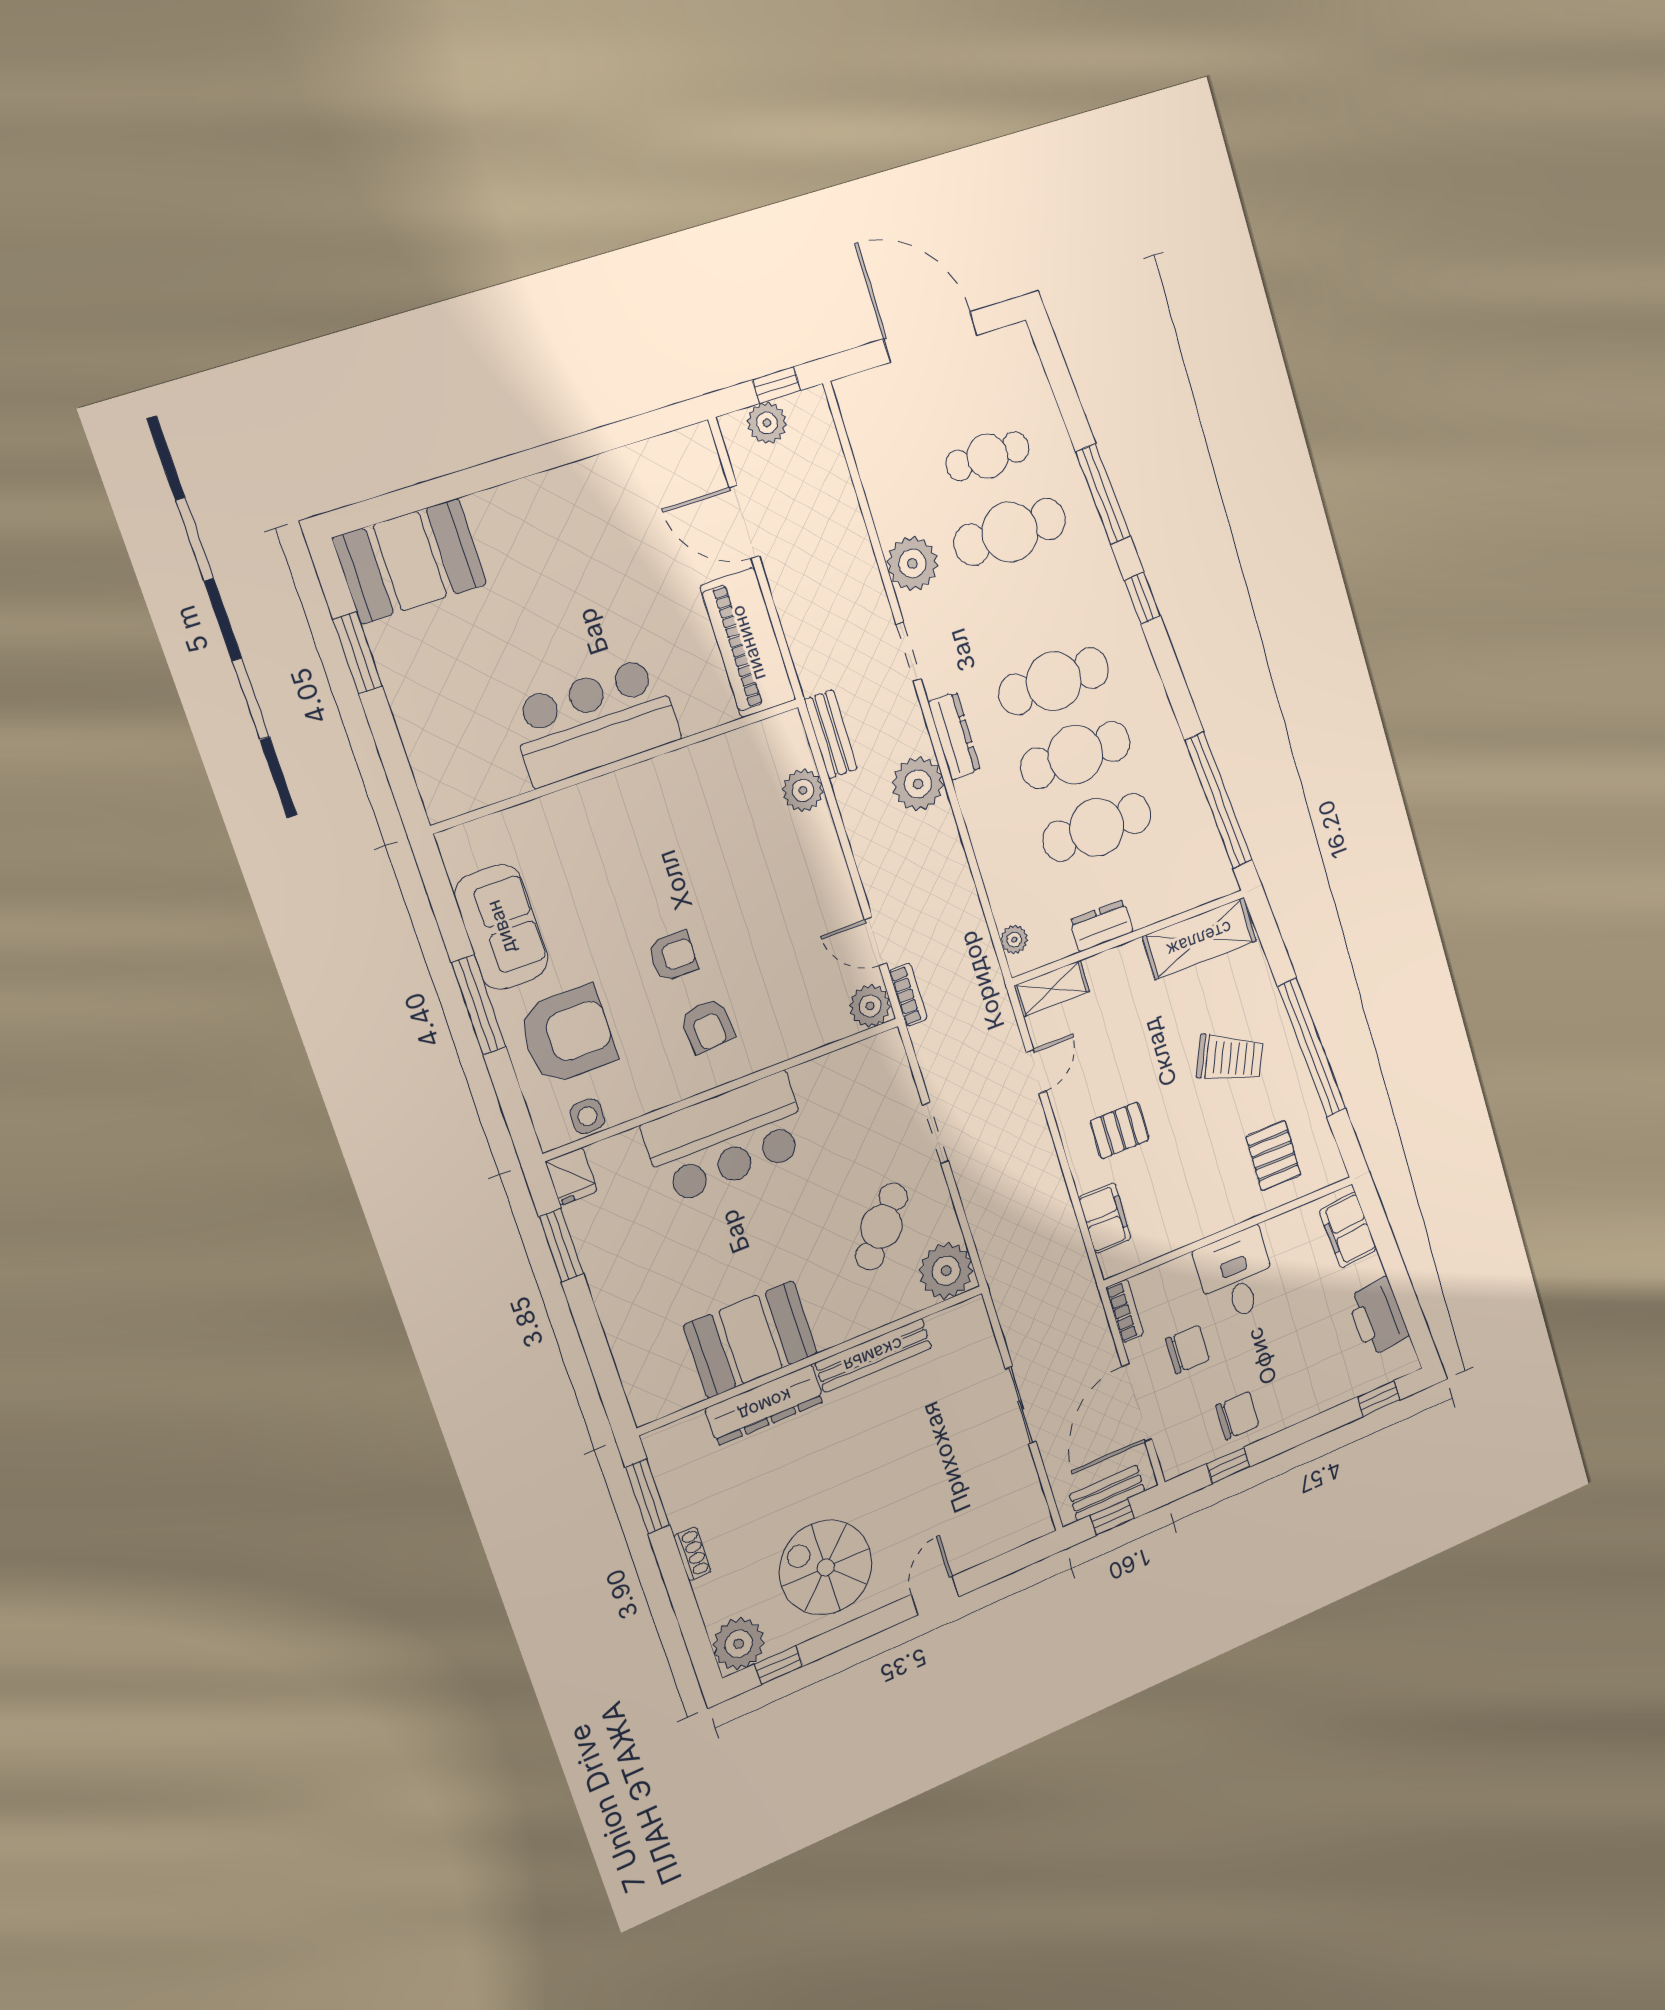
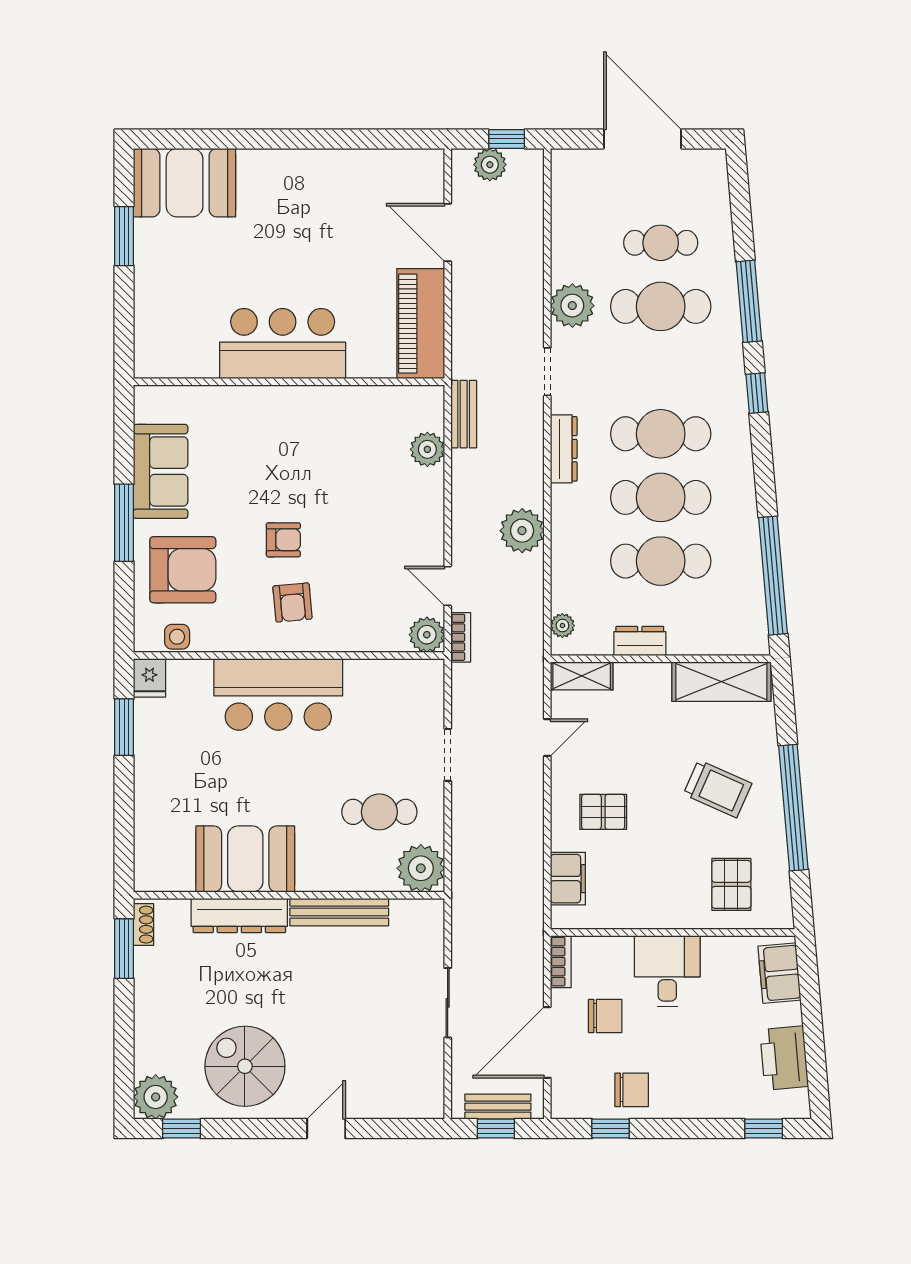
plant: (918, 784) -> (522, 531), moved
cafe table: (882, 1227) -> (379, 812), turned 49
shoe rack: (692, 1554) -> (144, 925), moved

